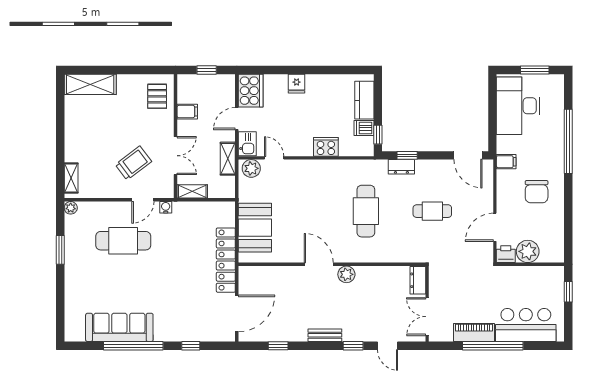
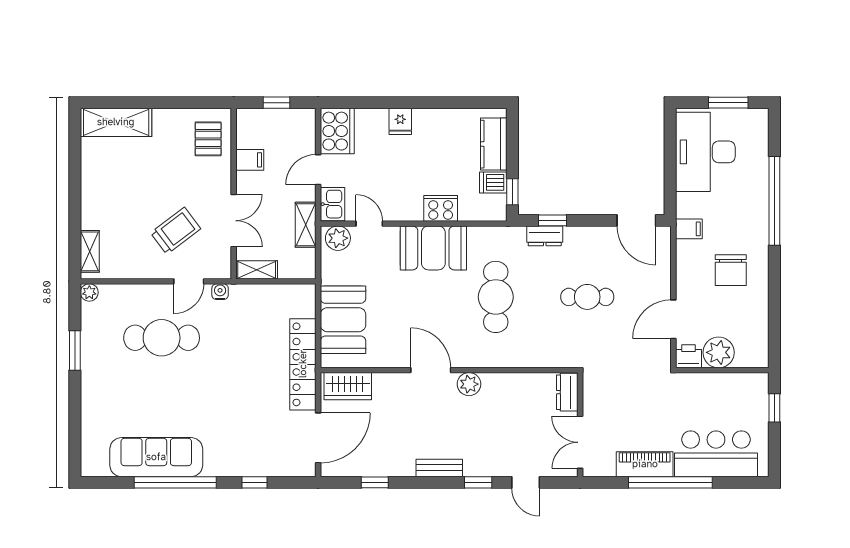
booth: (321, 176) -> (433, 248), added
wardrobe: (258, 276) -> (348, 386), added

